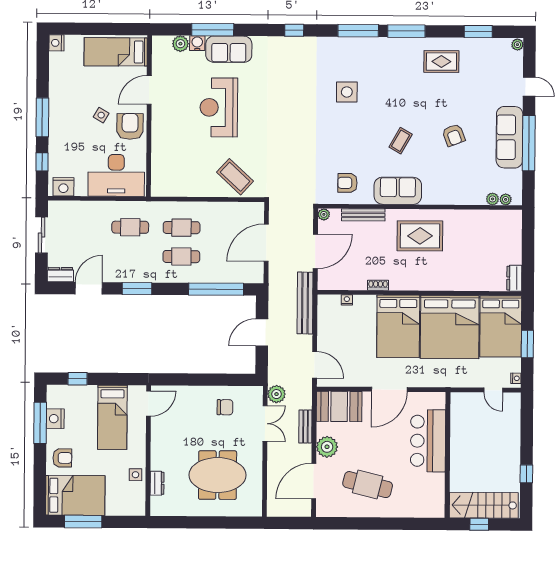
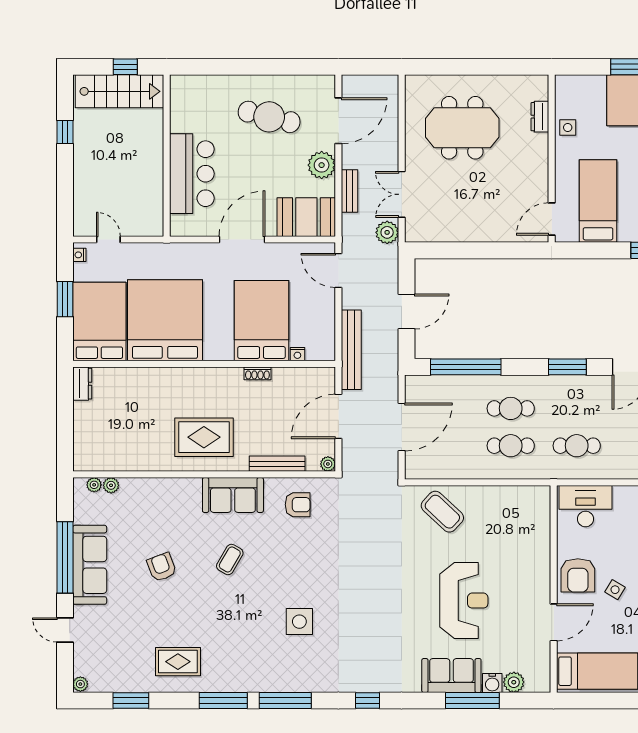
desk: (116, 175) -> (586, 506), width x0.73, depth x0.77
bed: (398, 326) -> (262, 321), moved
chair: (225, 407) -> (453, 215), removed

